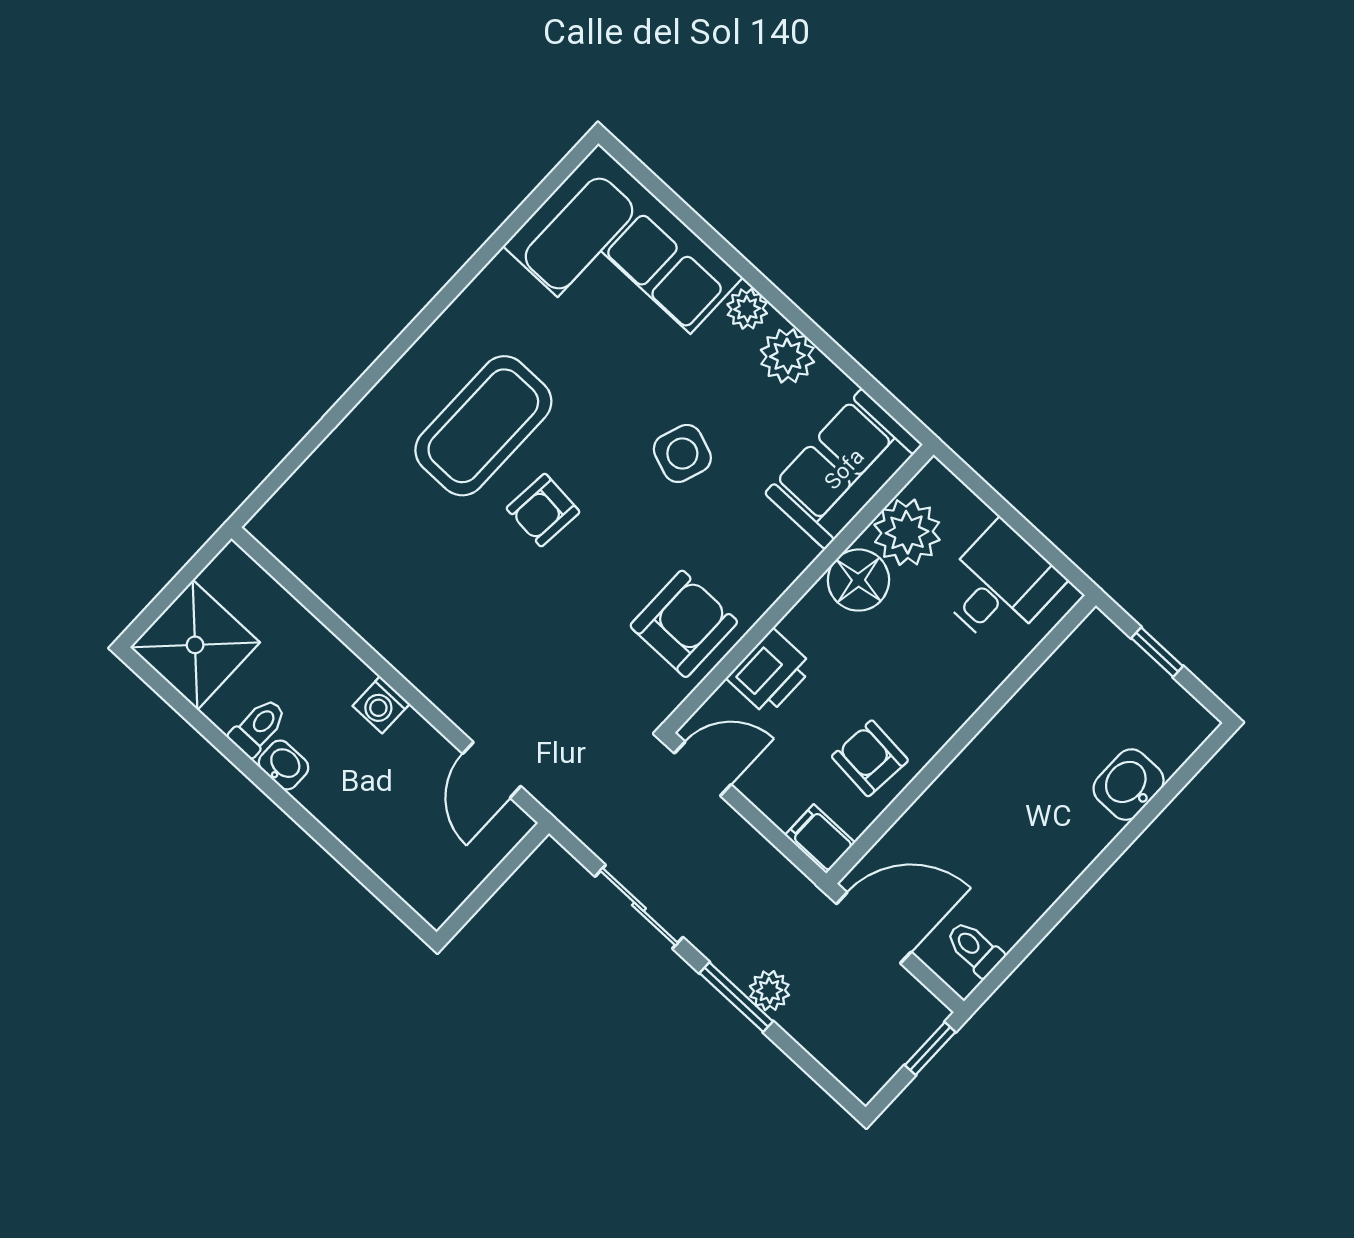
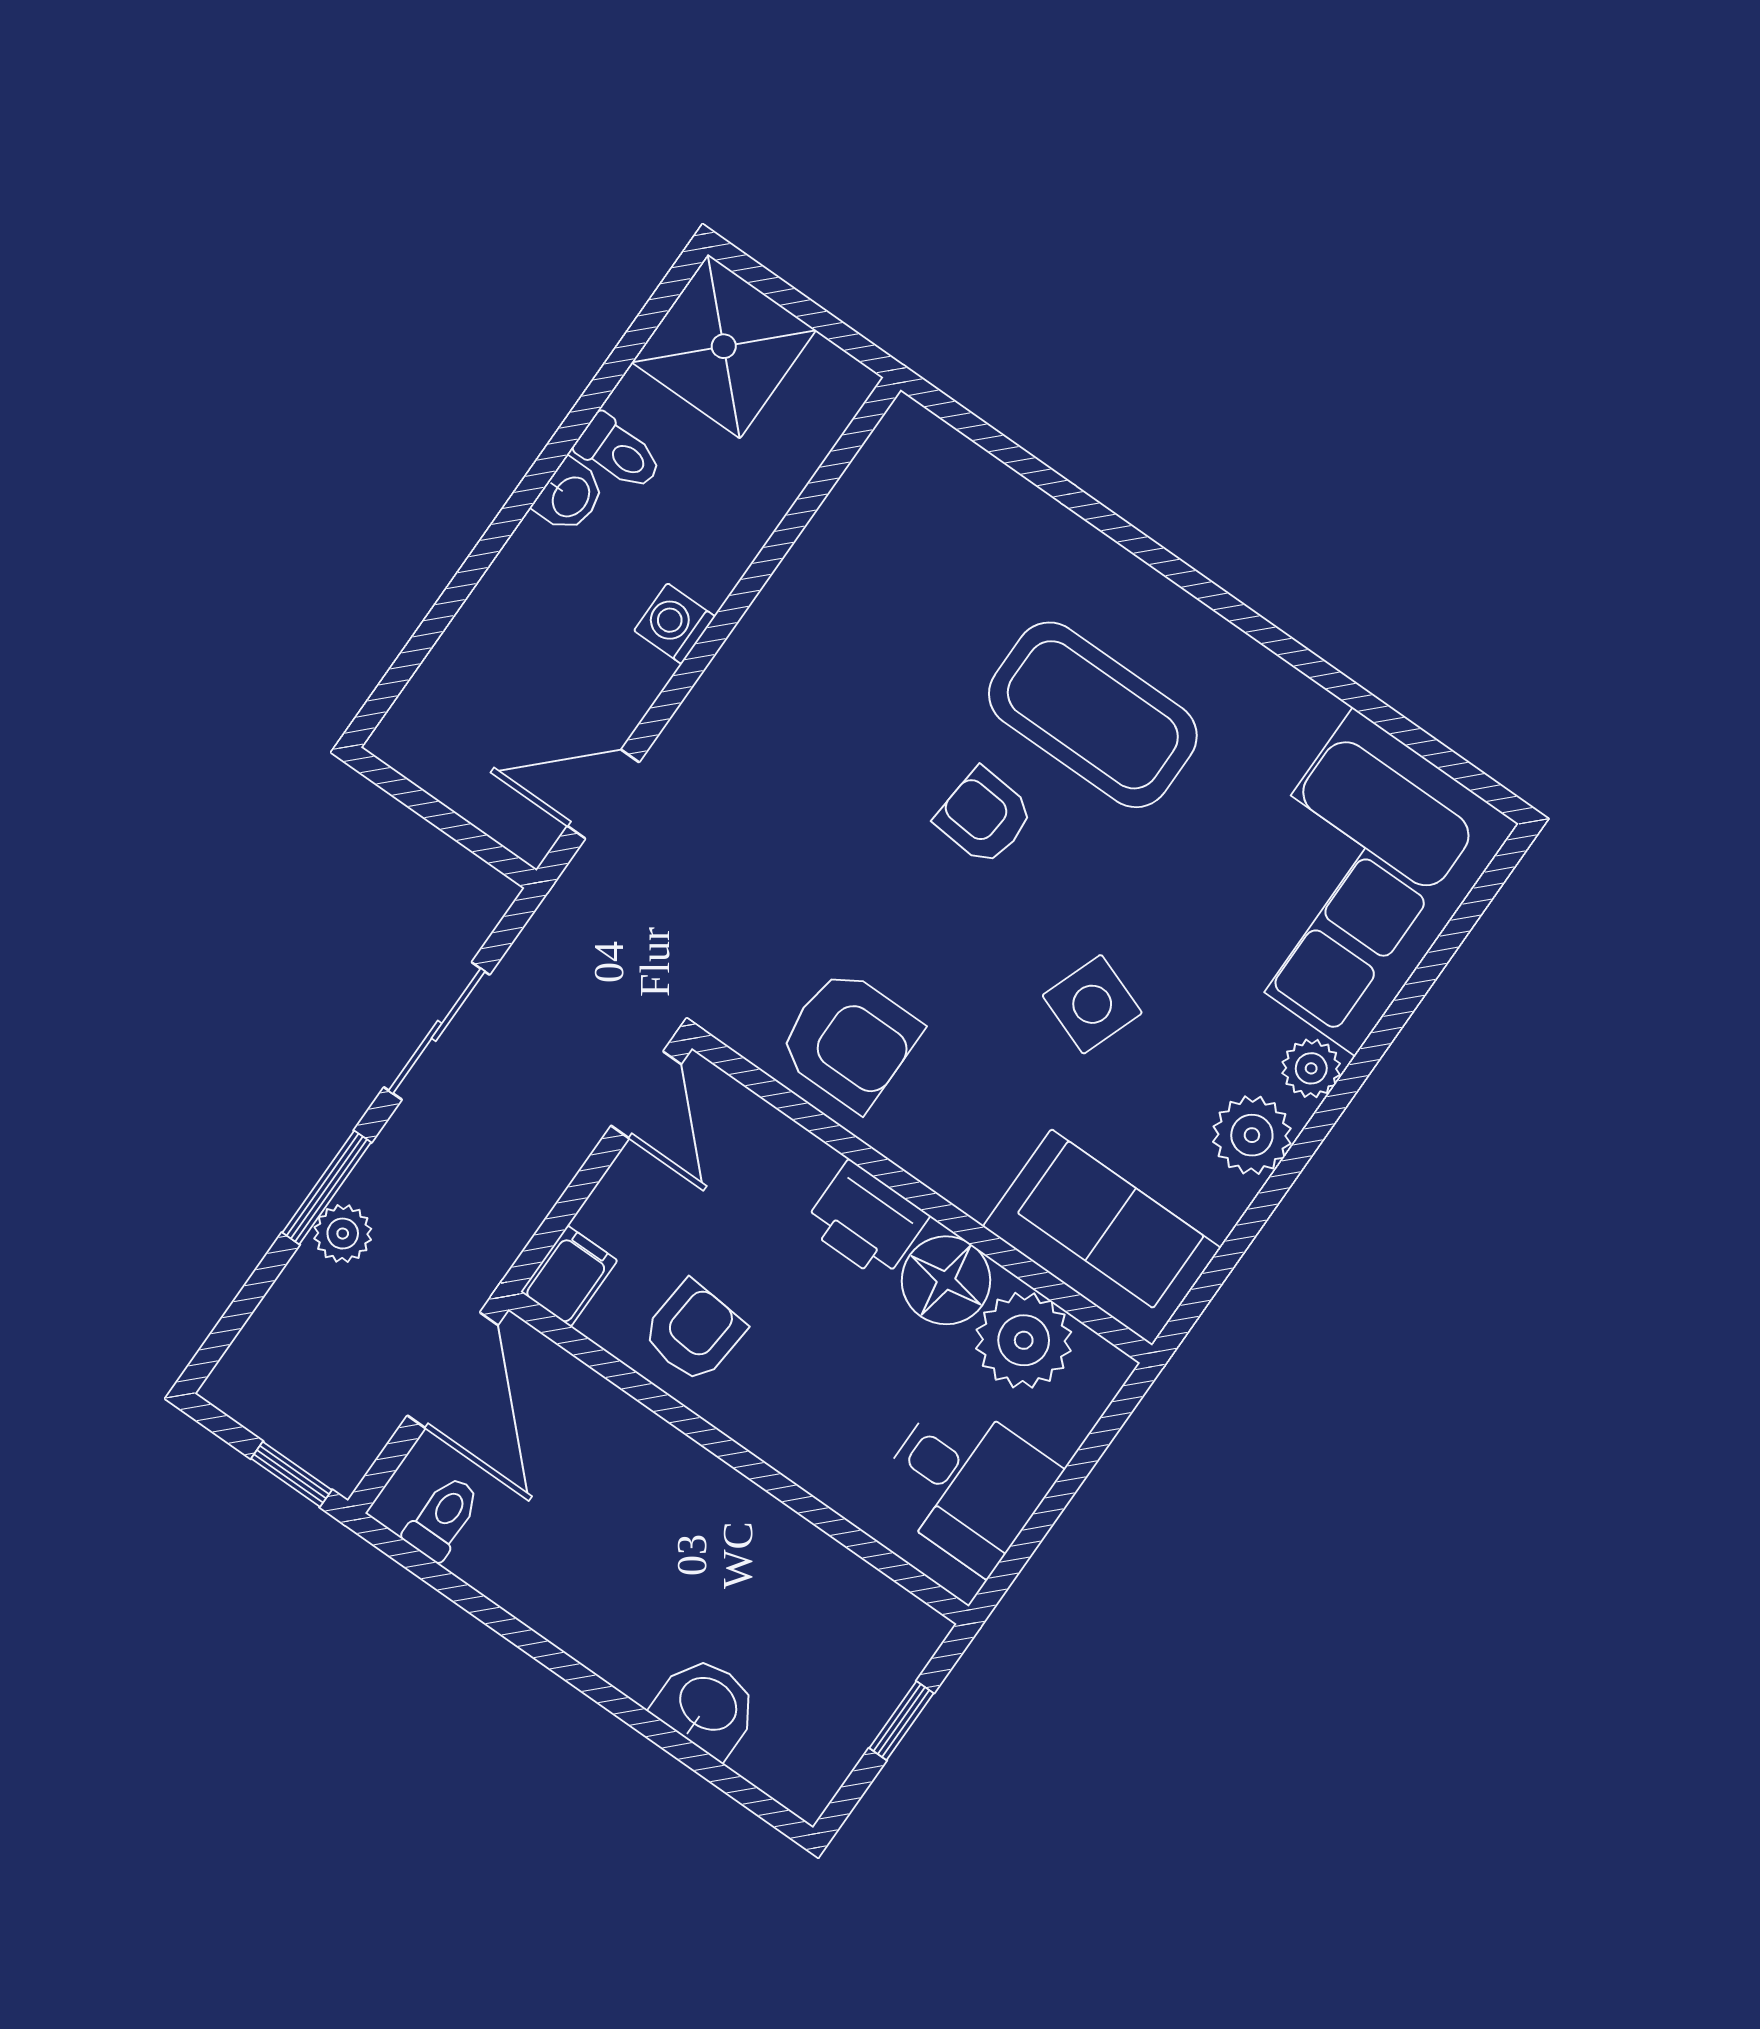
printer: (770, 672) -> (866, 1221), moved

